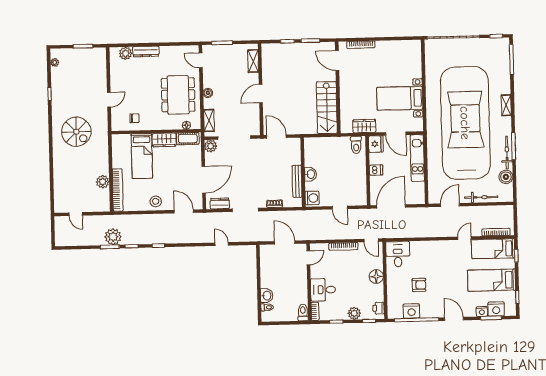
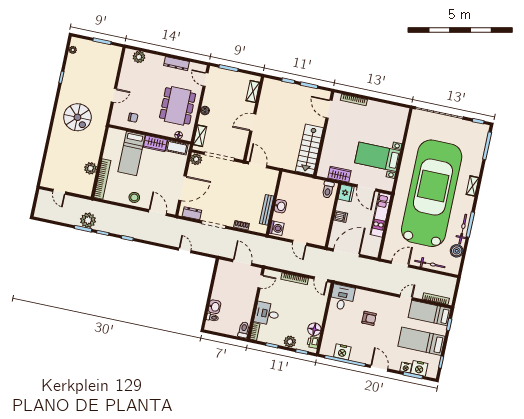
dresser: (146, 51) -> (177, 64), moved
floor lamp: (376, 277) -> (314, 329), moved
armchair: (419, 285) -> (369, 318), moved

